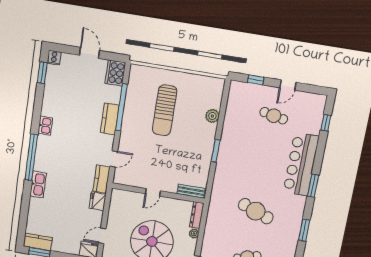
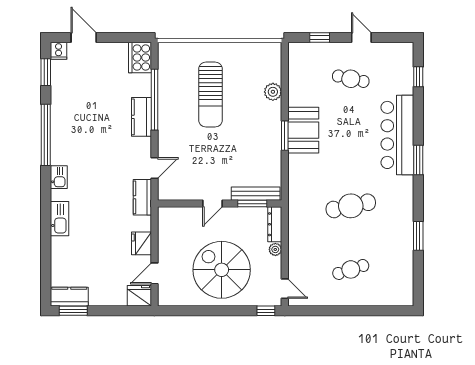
door: (89, 53) -> (84, 38), moved
door: (288, 85) -> (361, 38), swing flipped
kitchen sink: (45, 126) -> (59, 177), moved
booth: (230, 149) -> (303, 130), added
window: (31, 157) -> (46, 135), moved
bench: (191, 191) -> (256, 194), width x1.36
window: (182, 197) -> (252, 204), added
fridge: (98, 201) -> (141, 243), moved
cafe table: (256, 211) -> (351, 206), turned -33
window: (304, 230) -> (418, 236), moved

